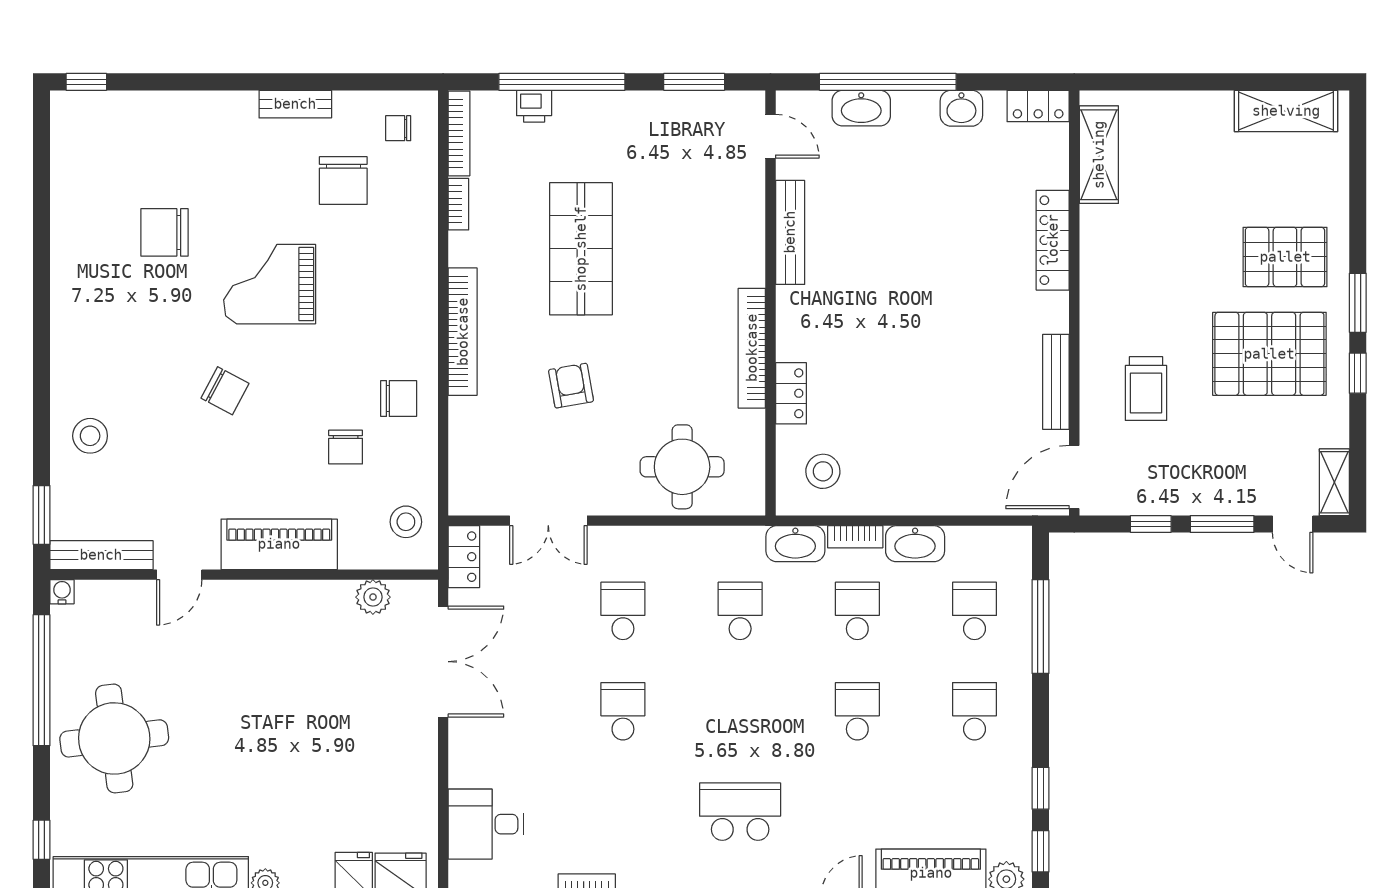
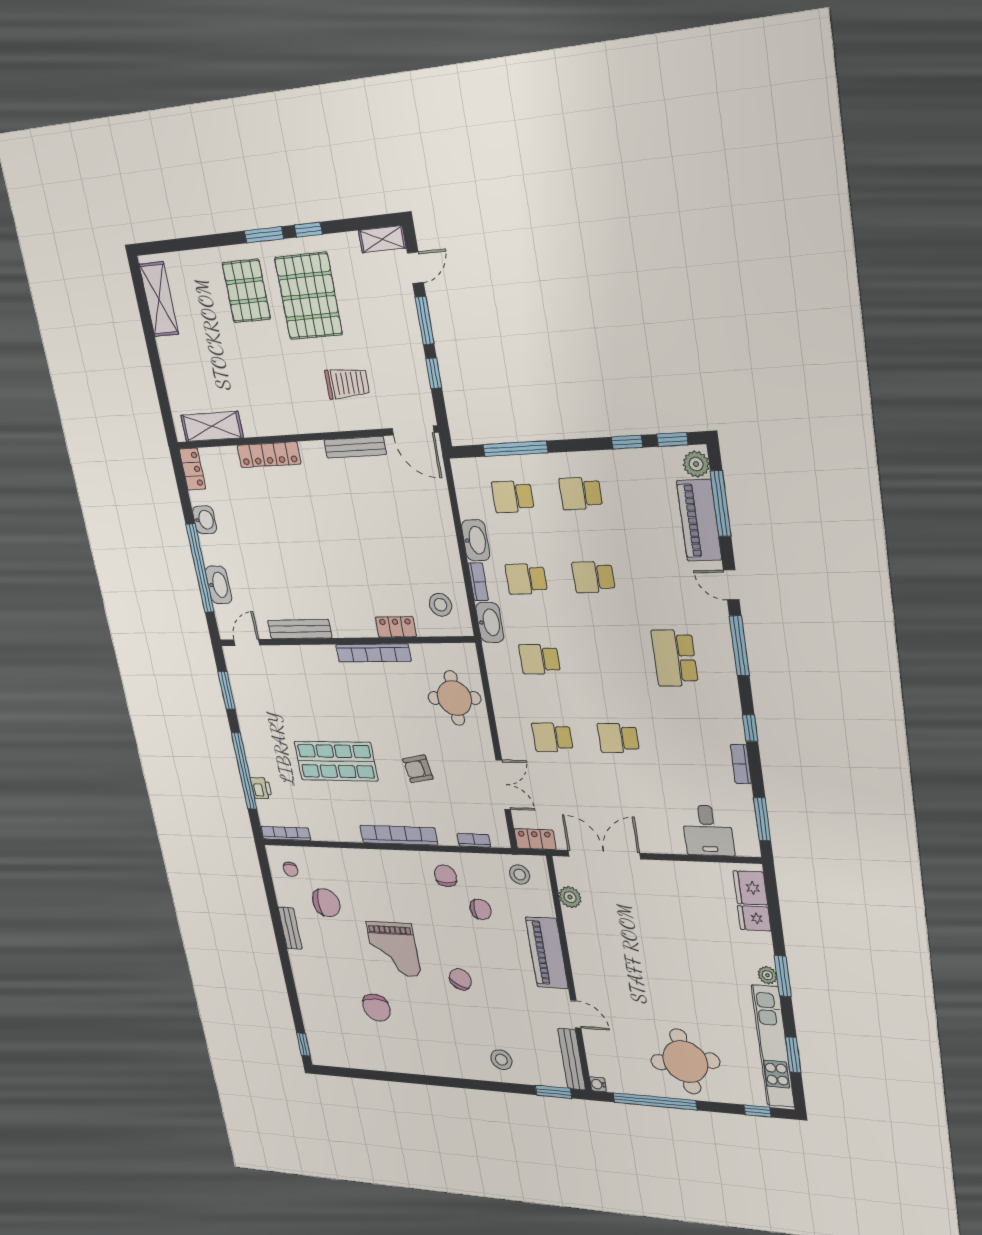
bookcase: (458, 204) -> (474, 840), moved

